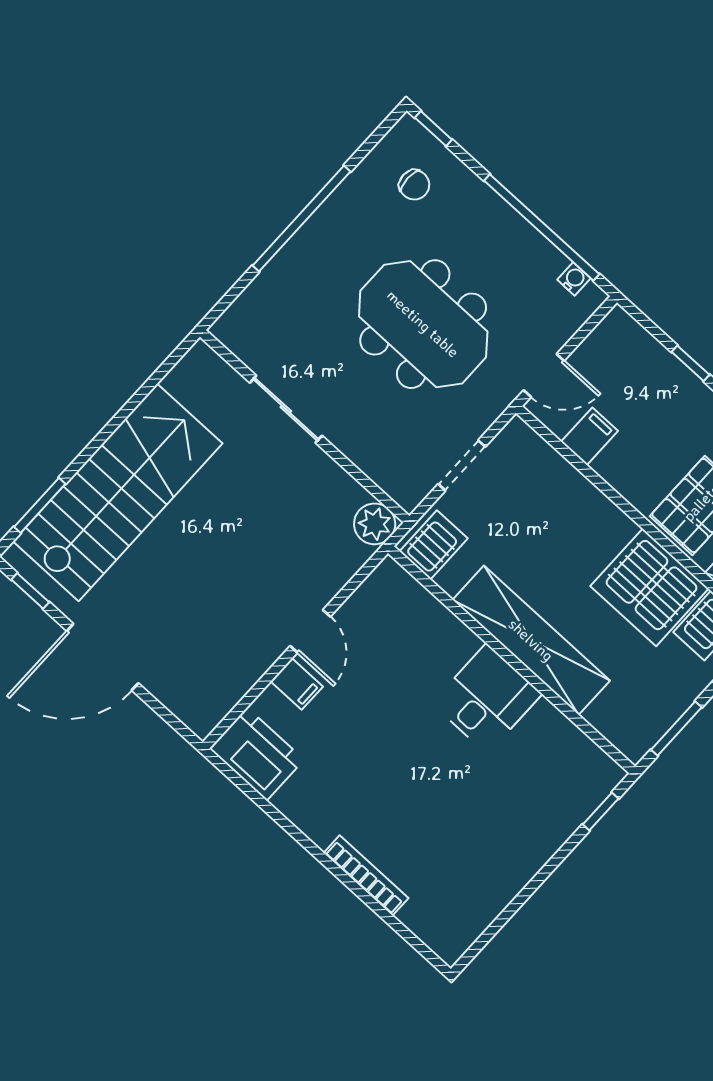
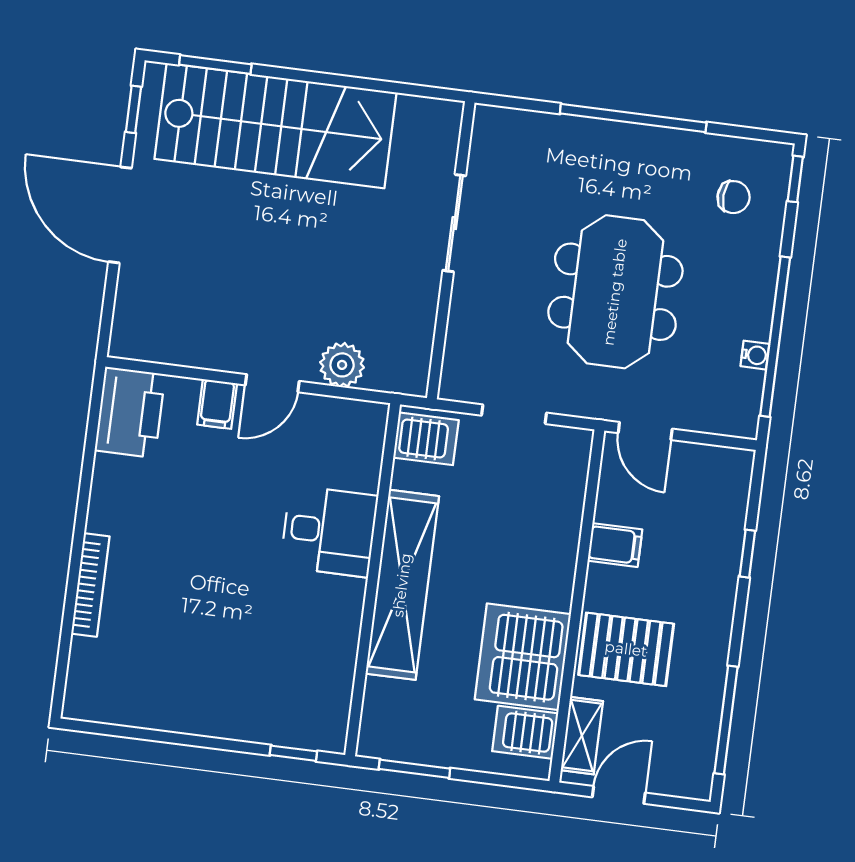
chair: (414, 185) -> (734, 197), turned -87
water cooler: (574, 279) -> (755, 355), moved
filing cabinet: (589, 436) -> (615, 545), moved
plant: (375, 524) -> (342, 365), moved
desk: (487, 699) -> (329, 531), moved

